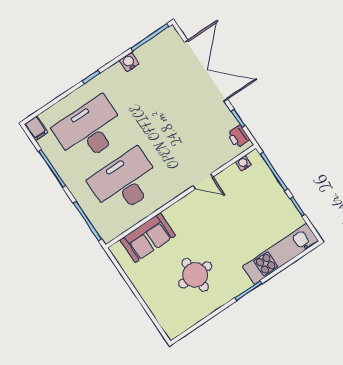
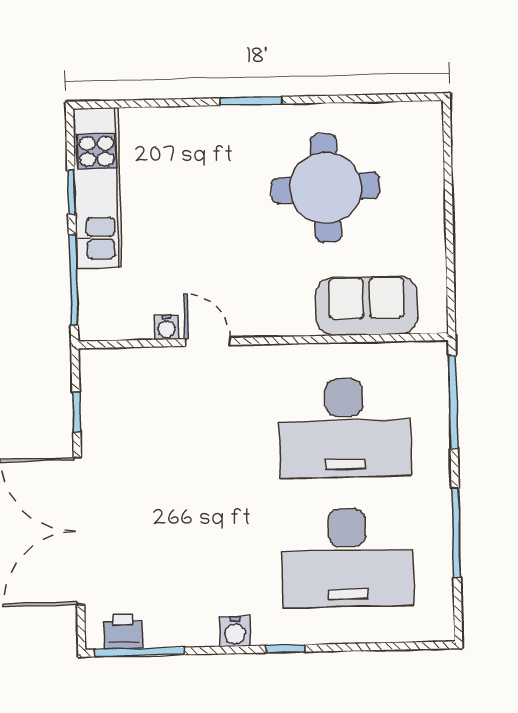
water cooler: (129, 62) -> (235, 631), moved
filing cabinet: (36, 128) -> (439, 621), removed
printer: (238, 137) -> (123, 632), moved, turned -90
water cooler: (243, 163) -> (167, 327), moved
kitchen unit: (281, 254) -> (97, 188), moved, turned -90
round table: (195, 275) -> (326, 188), width x1.36, depth x1.36

